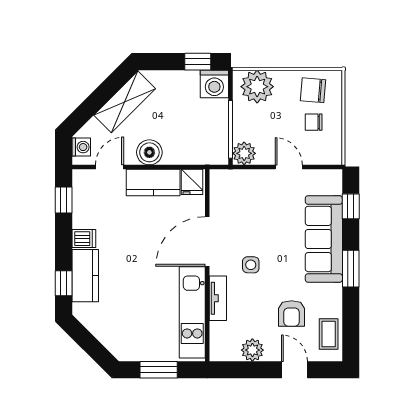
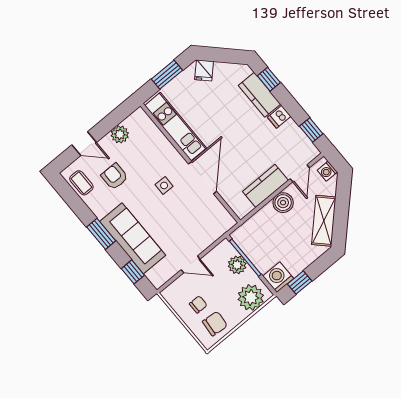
plant: (244, 153) -> (237, 265), moved
fridge: (192, 182) -> (204, 70), moved, turned -135
tv unit: (218, 298) -> (167, 148), removed

